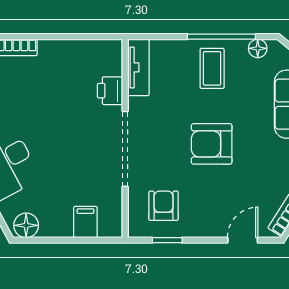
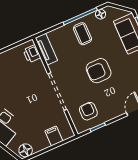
printer: (110, 91) -> (32, 54), moved

